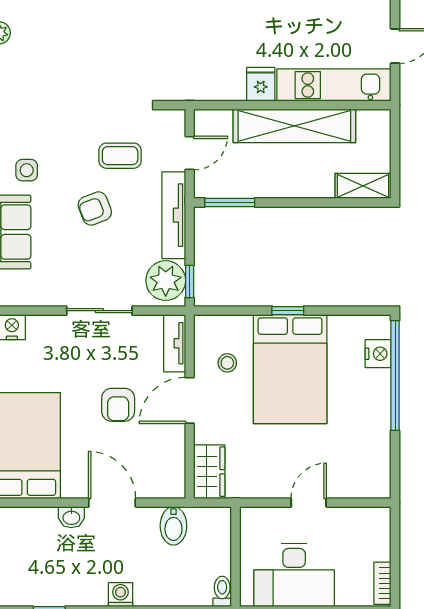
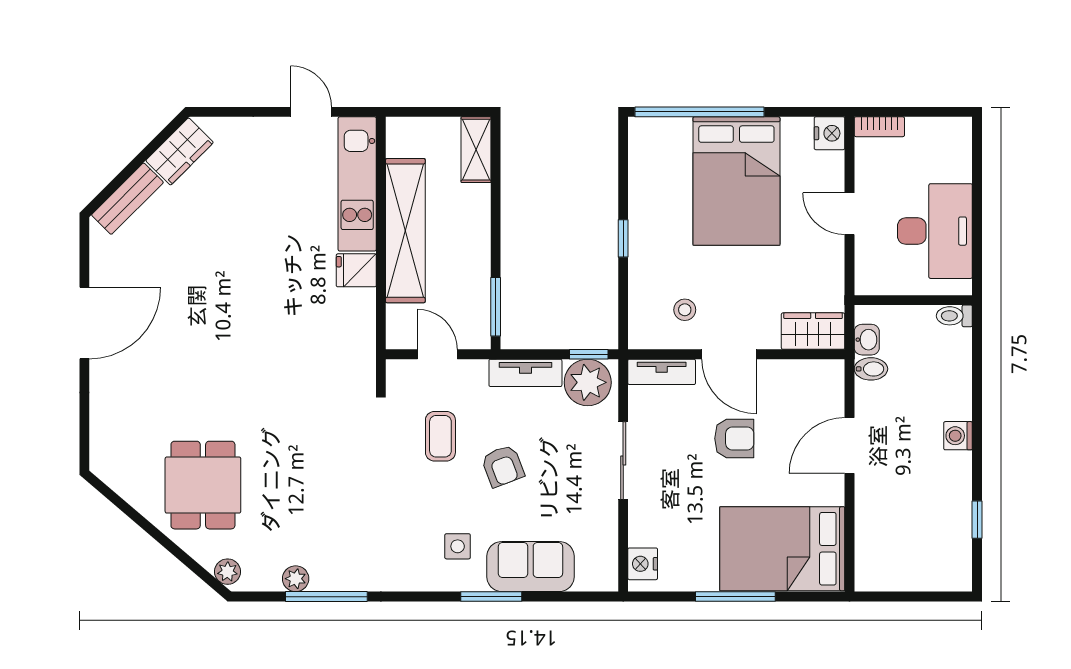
tv unit: (174, 215) -> (525, 373), width x0.71
nightstand: (378, 354) -> (829, 133), moved, turned 90
bed: (290, 369) -> (736, 181), moved, turned 90
washbasin: (71, 517) -> (867, 340), moved
bidet: (173, 526) -> (871, 369), width x0.72, depth x0.74
bookcase: (382, 583) -> (879, 127), moved

